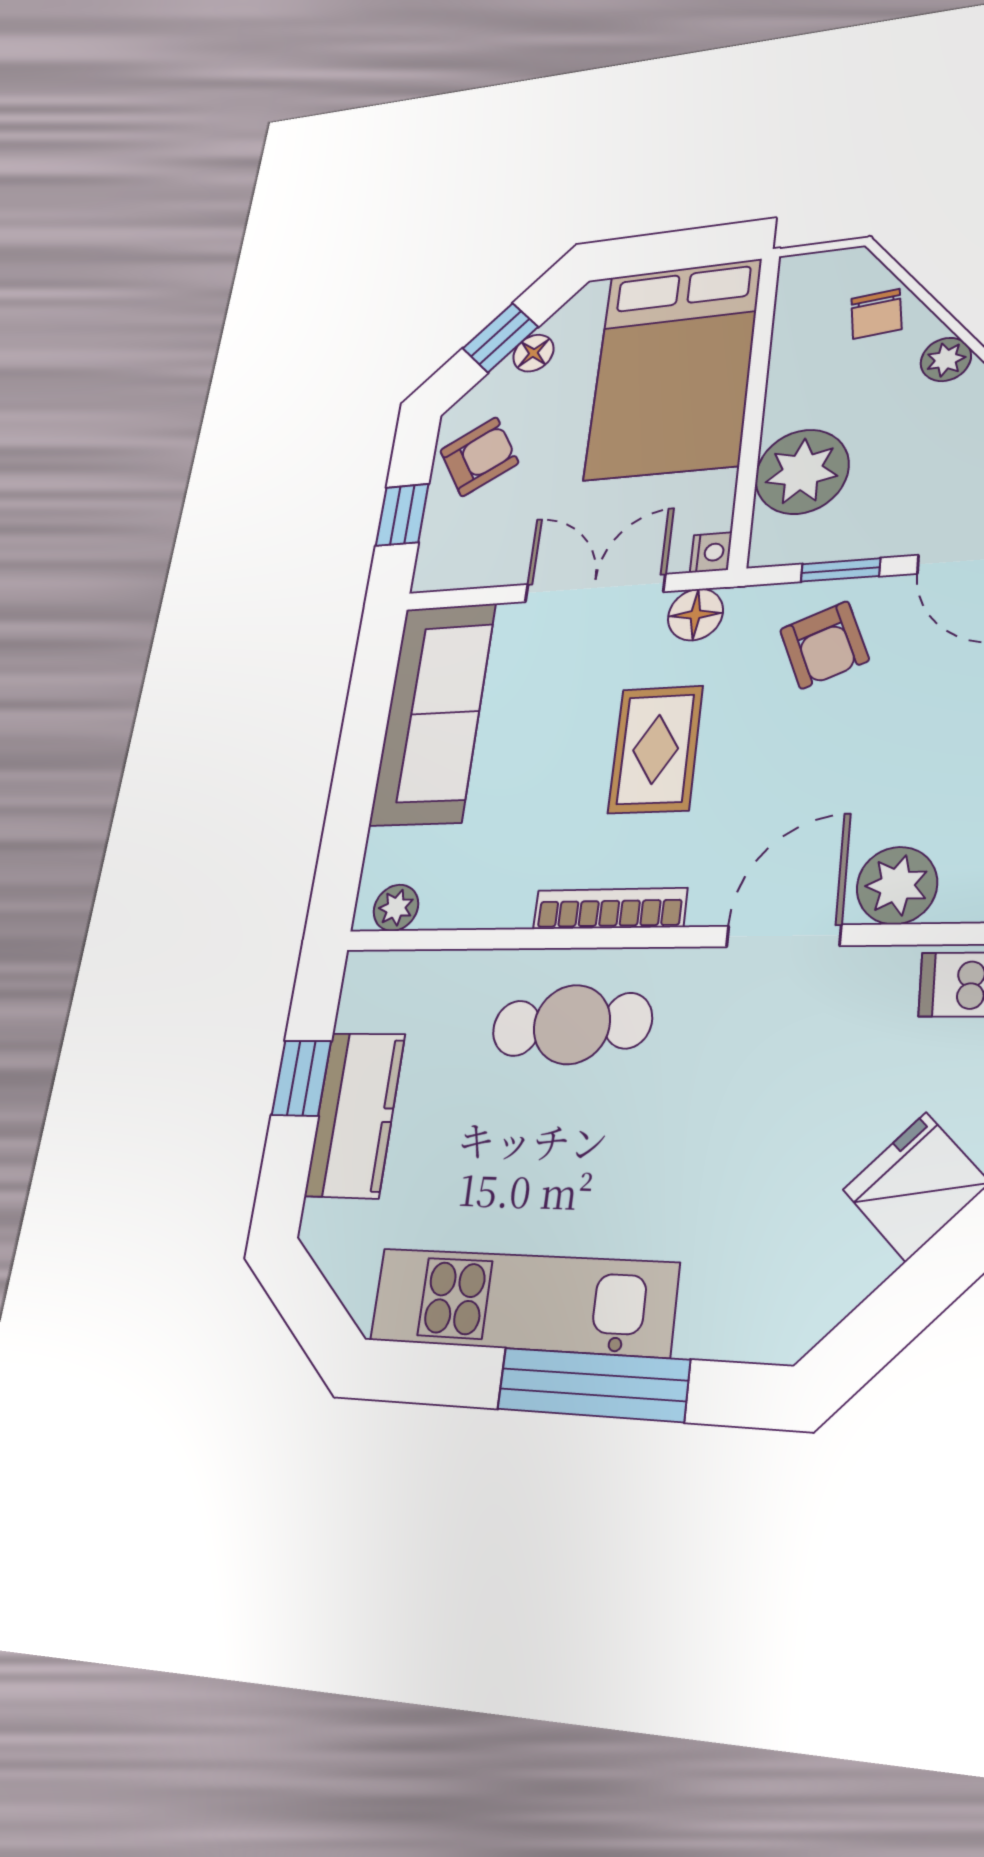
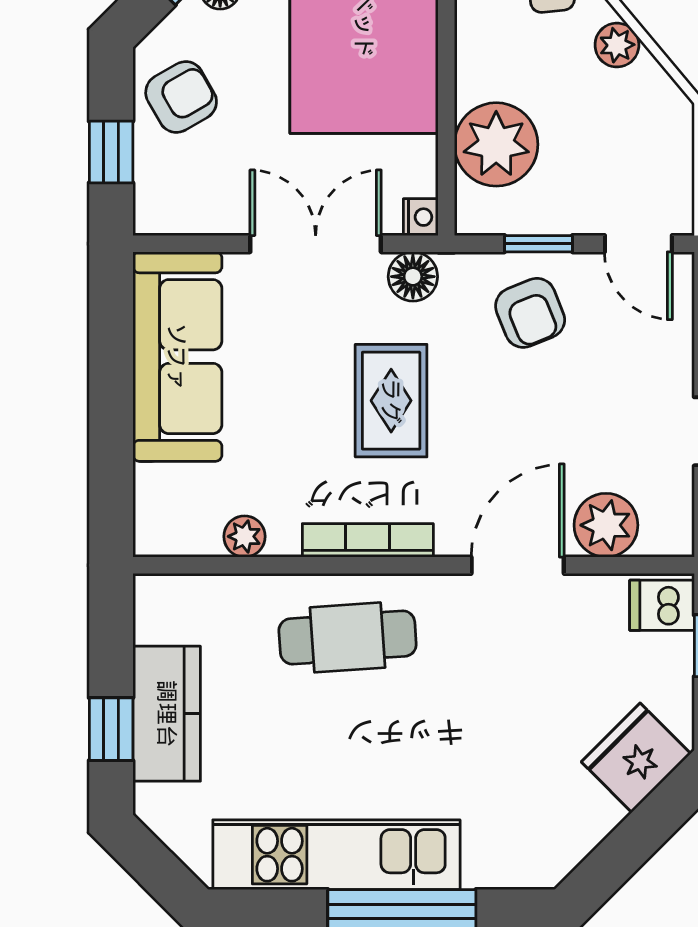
plant: (396, 908) -> (244, 536), moved
window: (301, 1078) -> (111, 729), moved

